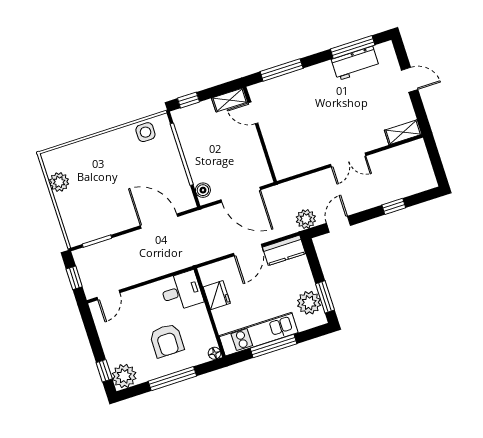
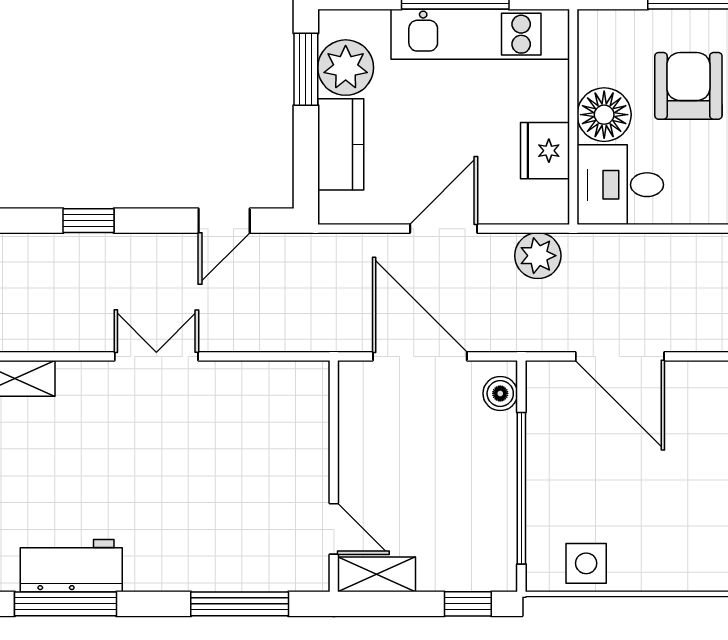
plant: (306, 219) -> (538, 256), moved
kitchen counter: (284, 250) -> (341, 144), moved, turned 90
floor lamp: (214, 353) -> (604, 115), moved, width x1.89, depth x1.89

